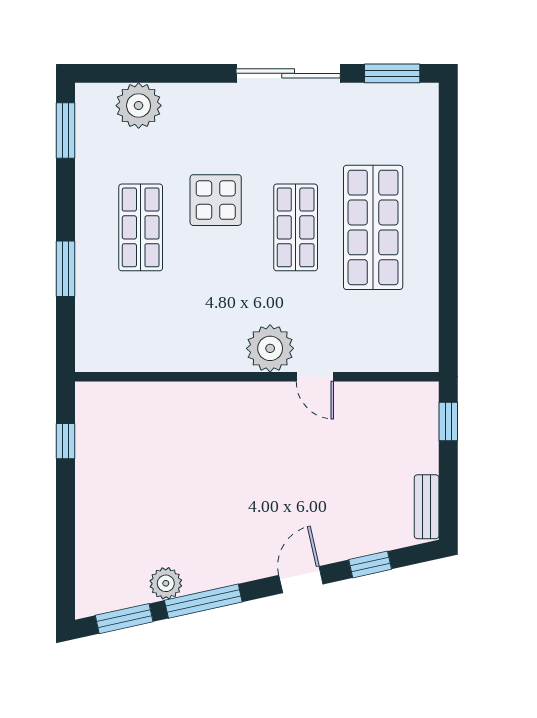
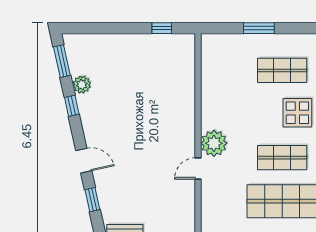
window: (203, 601) -> (72, 106), width x0.46

